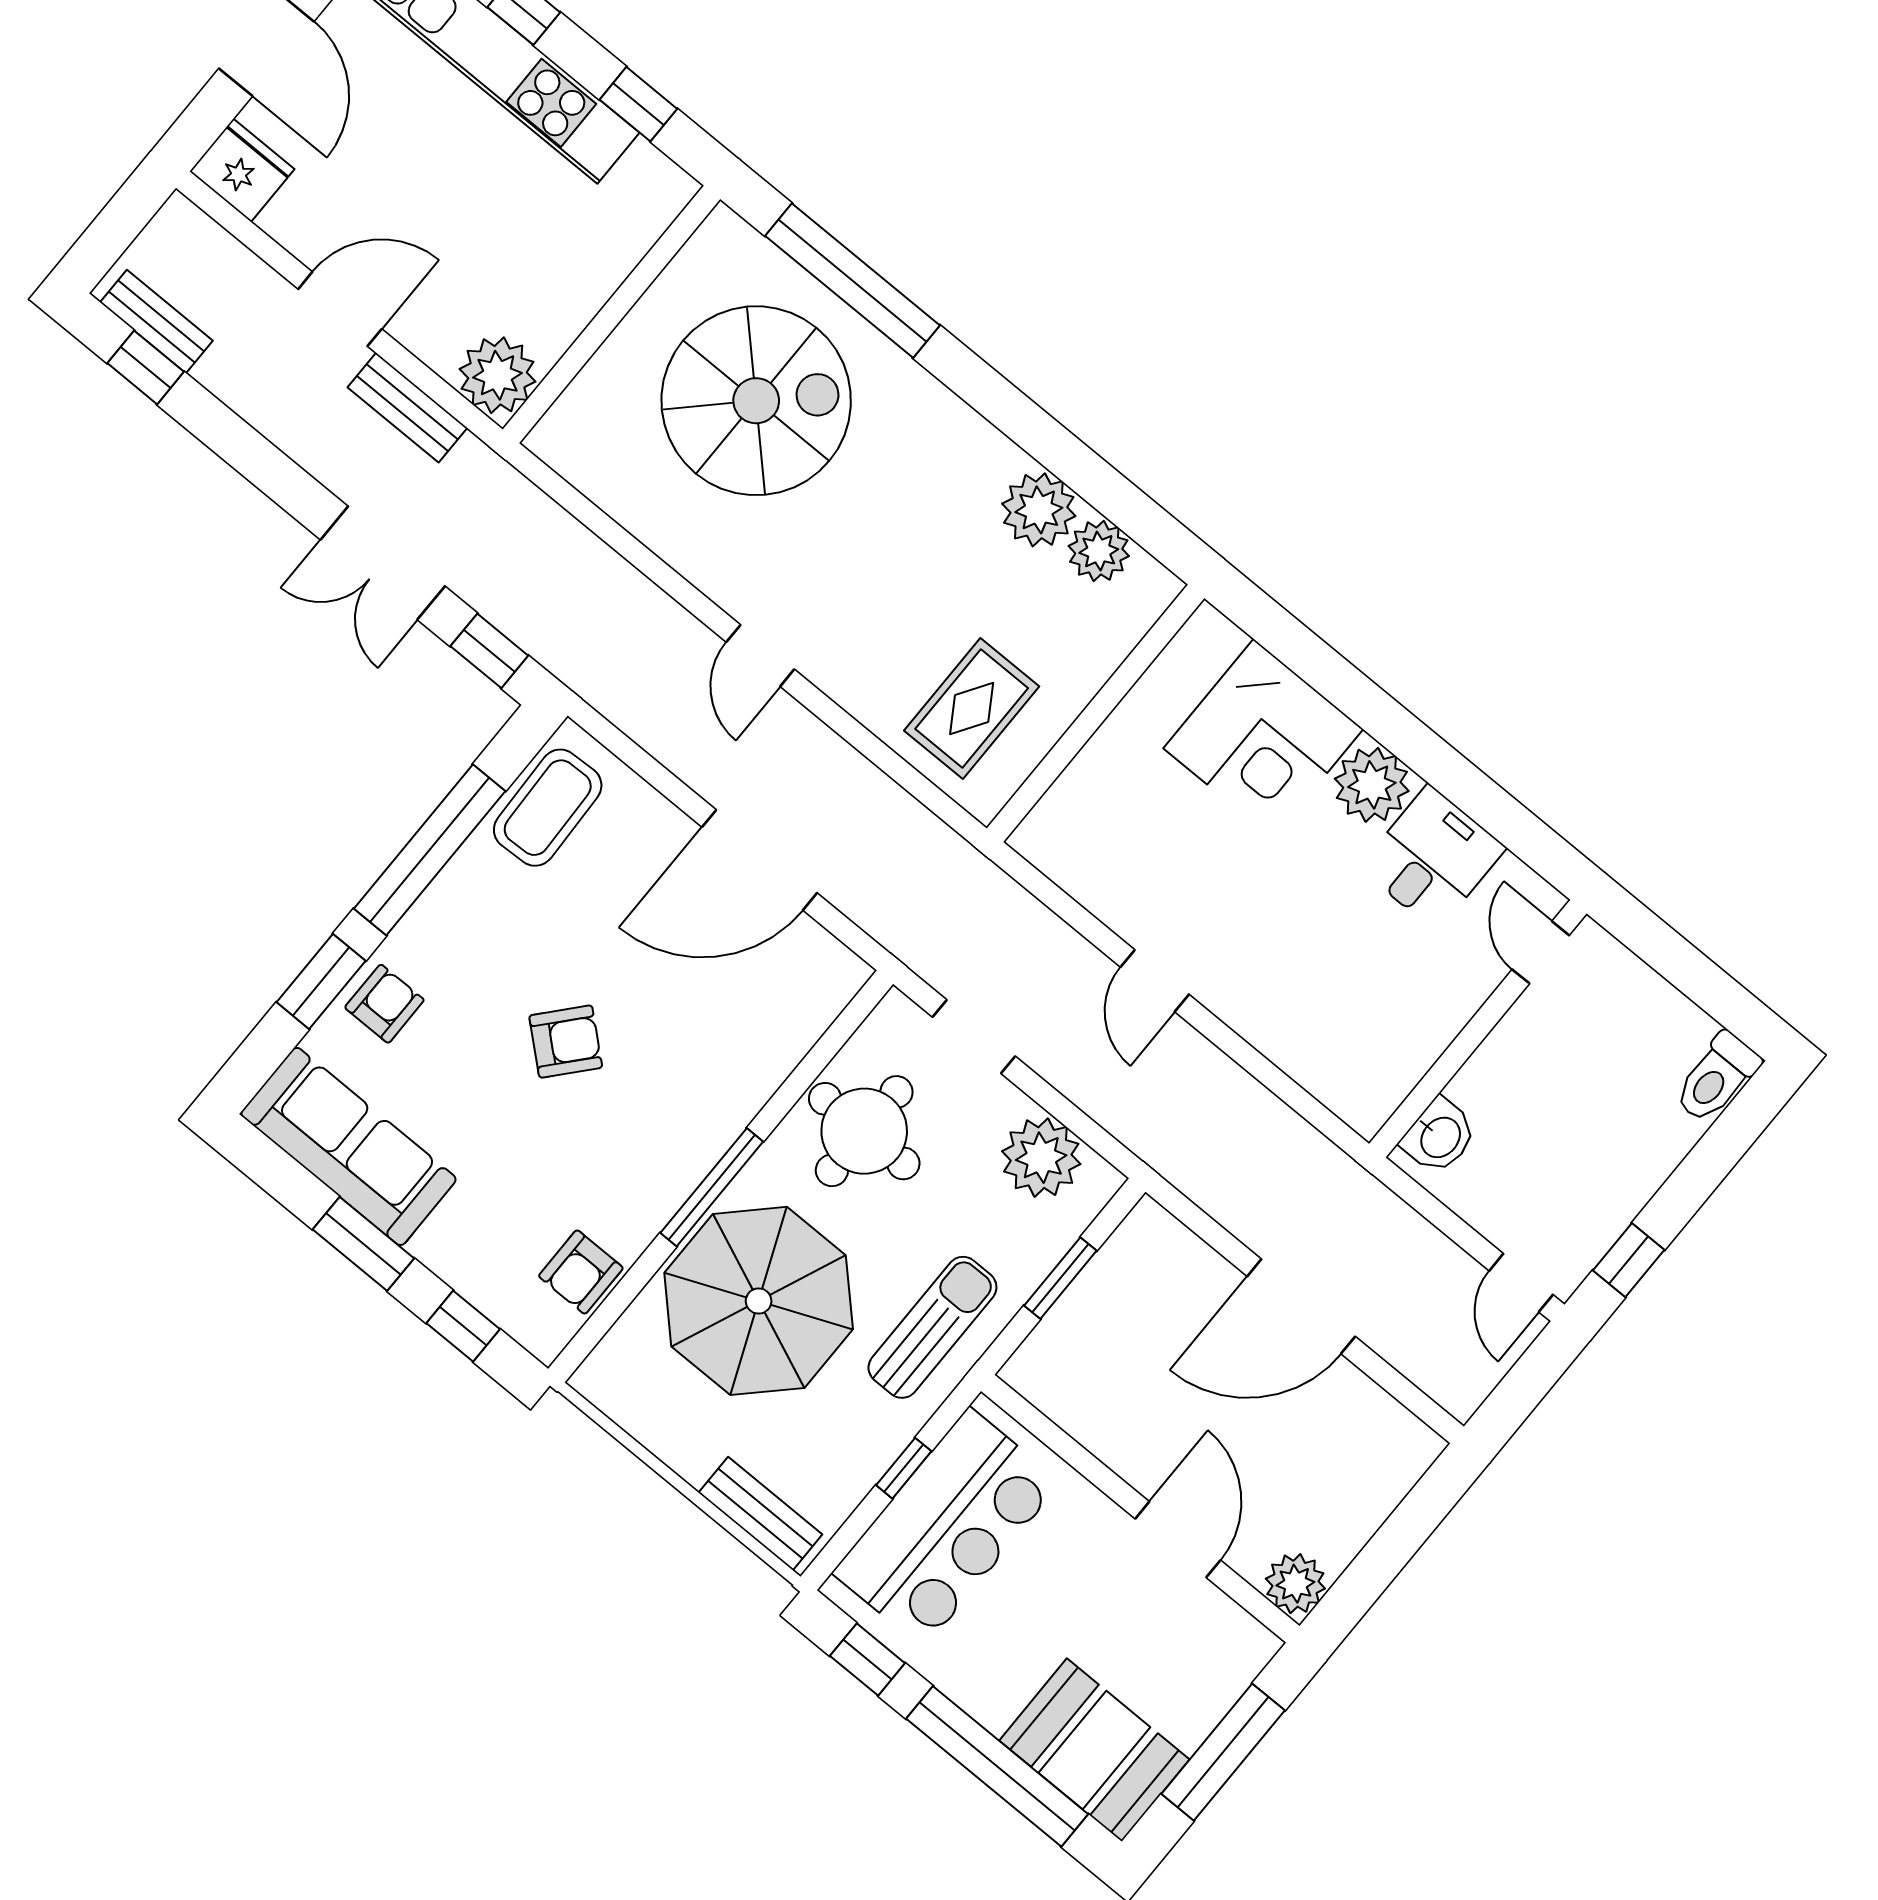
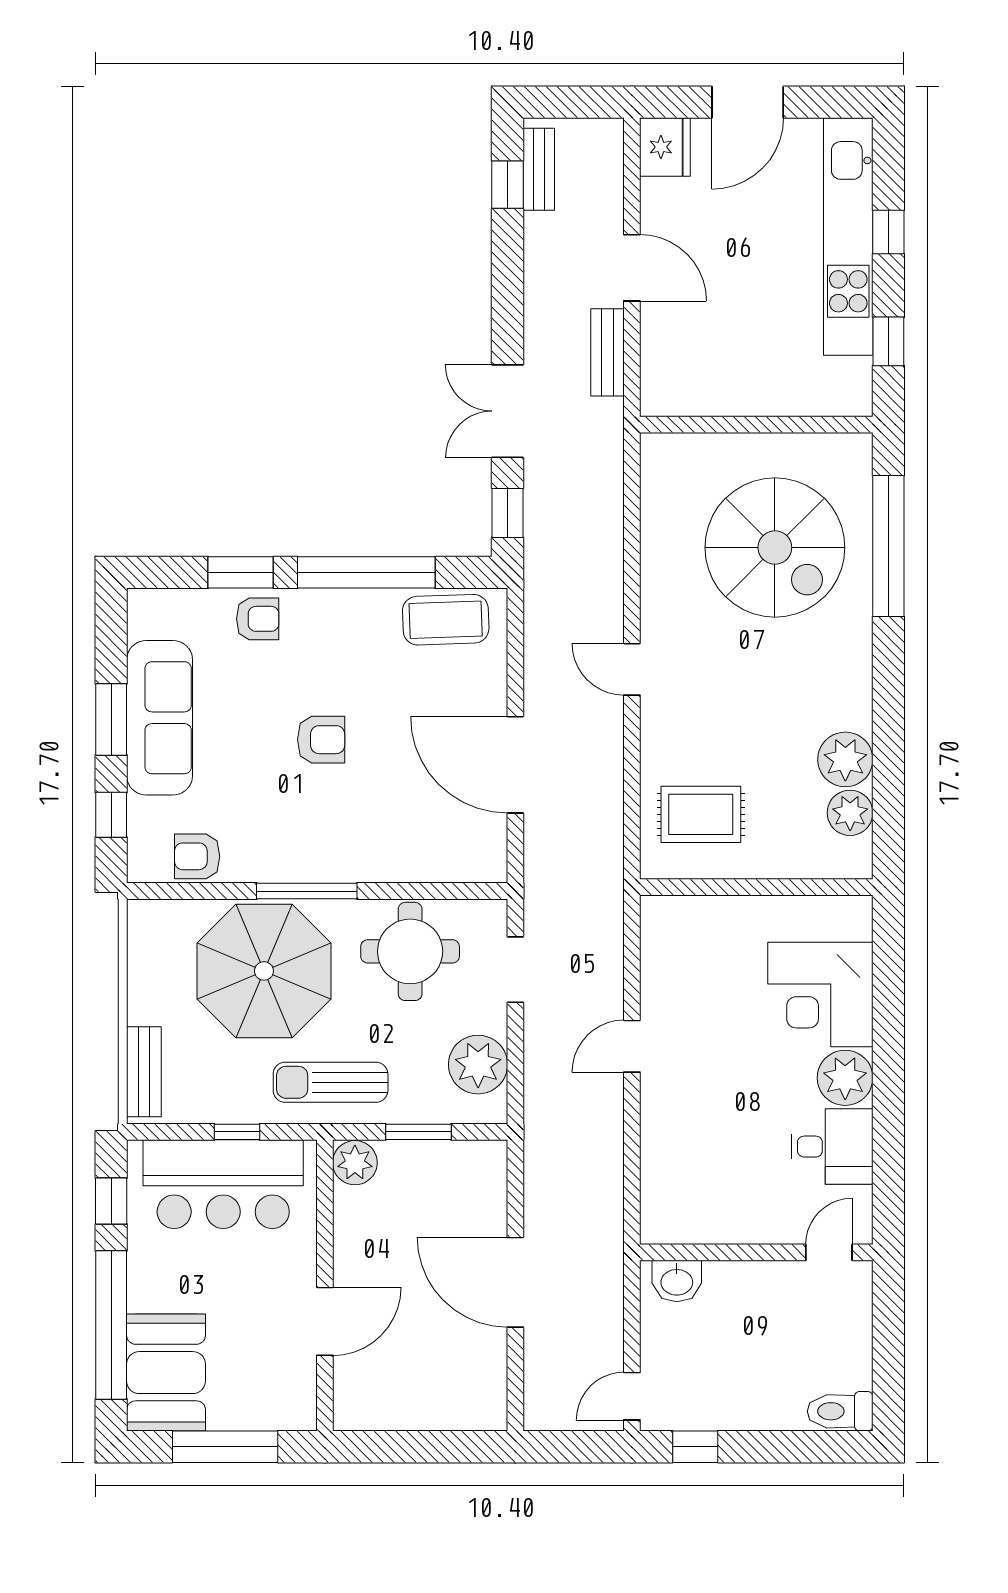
plant: (498, 375) -> (668, 388), removed
door: (760, 656) -> (632, 669), hinge flipped
armchair: (566, 1042) -> (321, 740), turned -41
sofa: (349, 1146) -> (160, 718), moved
sun lounger: (932, 1327) -> (331, 1082), turned 180
plant: (1295, 1584) -> (355, 1163), moved

